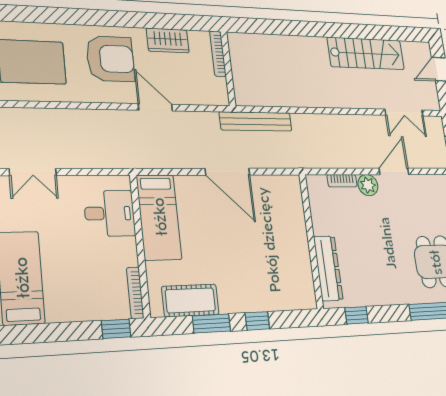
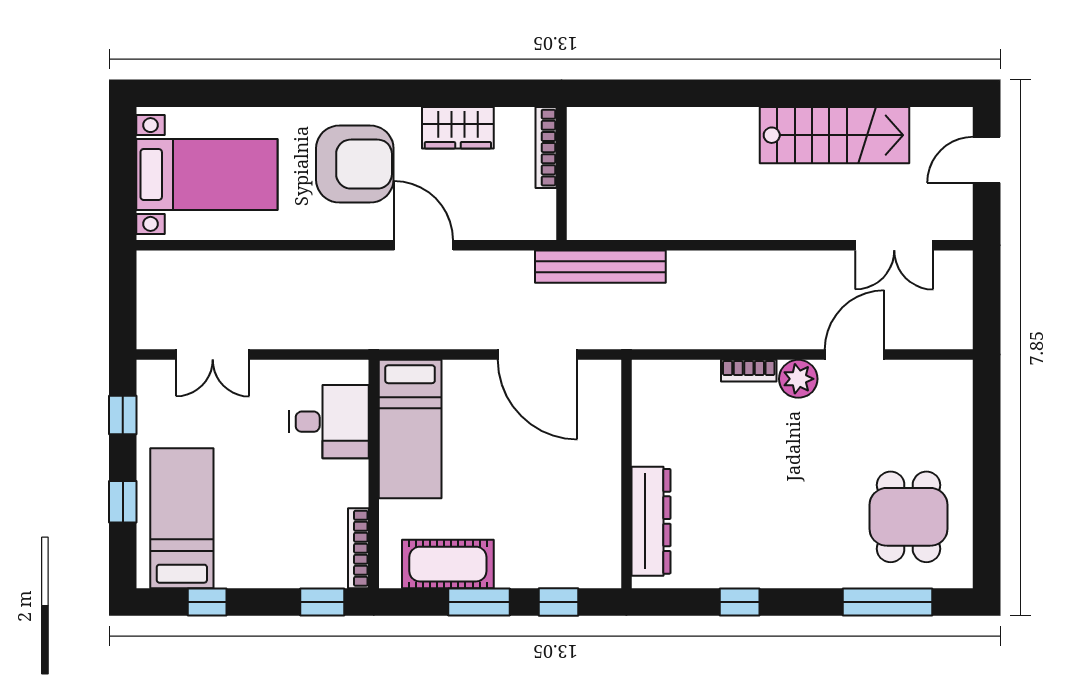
wall: (311, 241) -> (626, 474), moved
dresser: (328, 268) -> (651, 521), moved
window: (42, 333) -> (207, 602), added

